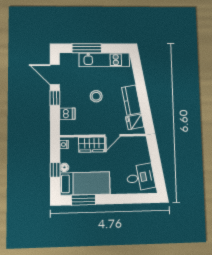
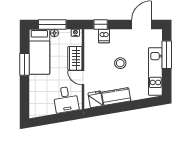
window: (55, 98) -> (101, 24), moved
window: (55, 170) -> (52, 24), width x2.17
desk: (140, 177) -> (66, 99), moved
window: (83, 200) -> (25, 64), moved

